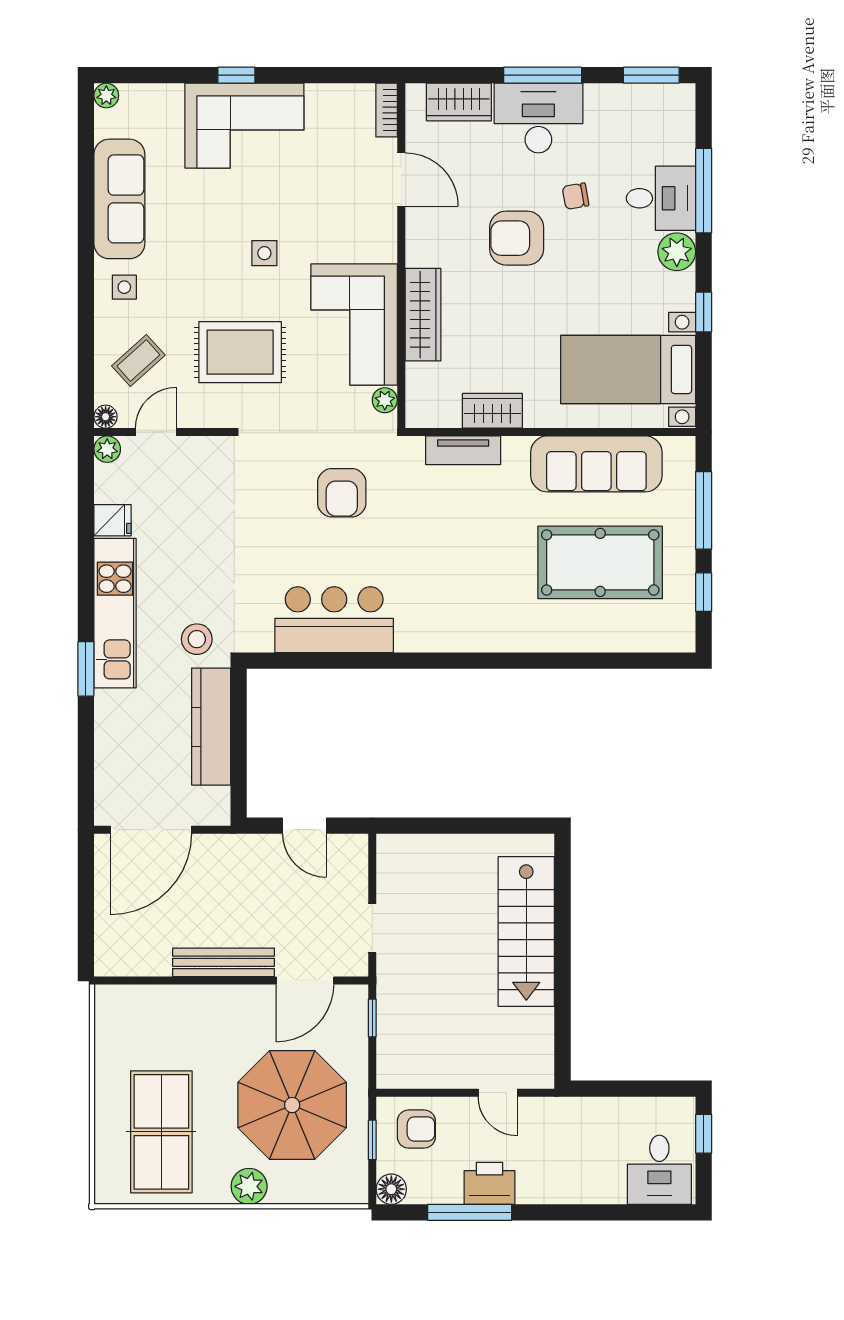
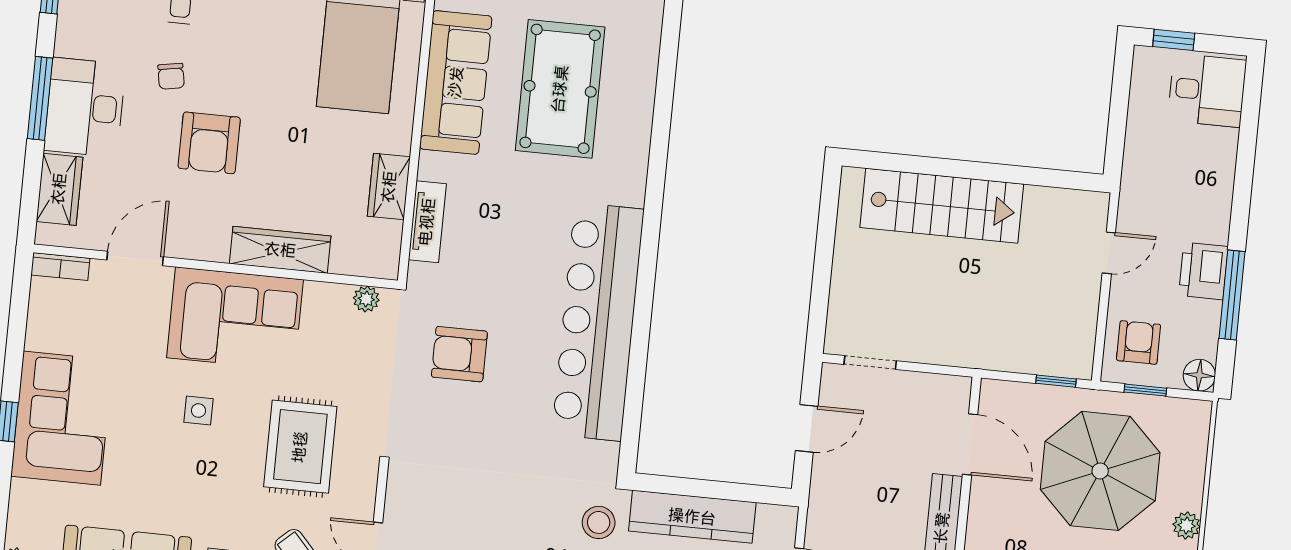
corner sofa: (354, 325) -> (235, 319), moved
armchair: (342, 493) -> (459, 354), turned 180
bar counter: (334, 620) -> (598, 322), width x1.86
doorway: (372, 928) -> (870, 363), moved
window: (372, 1018) -> (1056, 381), moved
plant: (249, 1186) -> (1187, 525), width x0.73, depth x0.73

